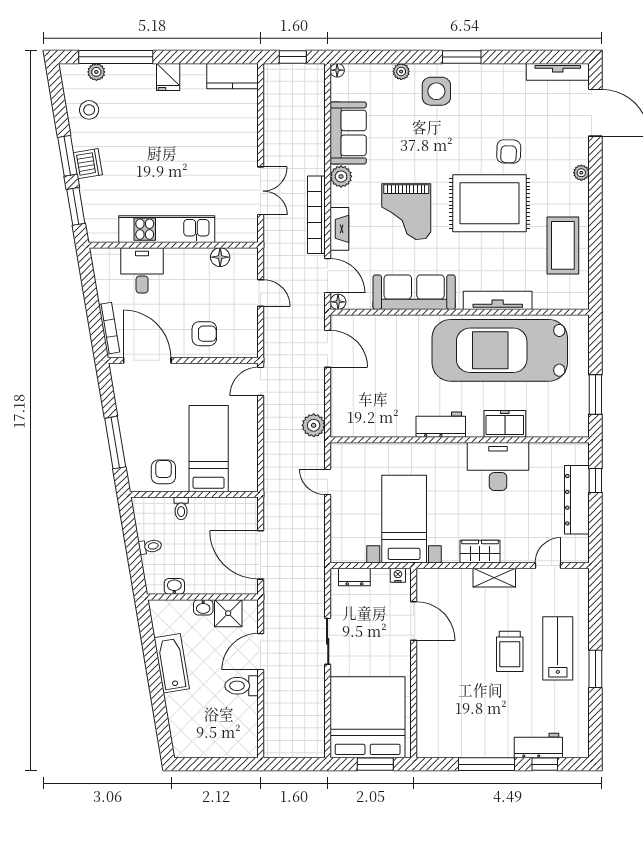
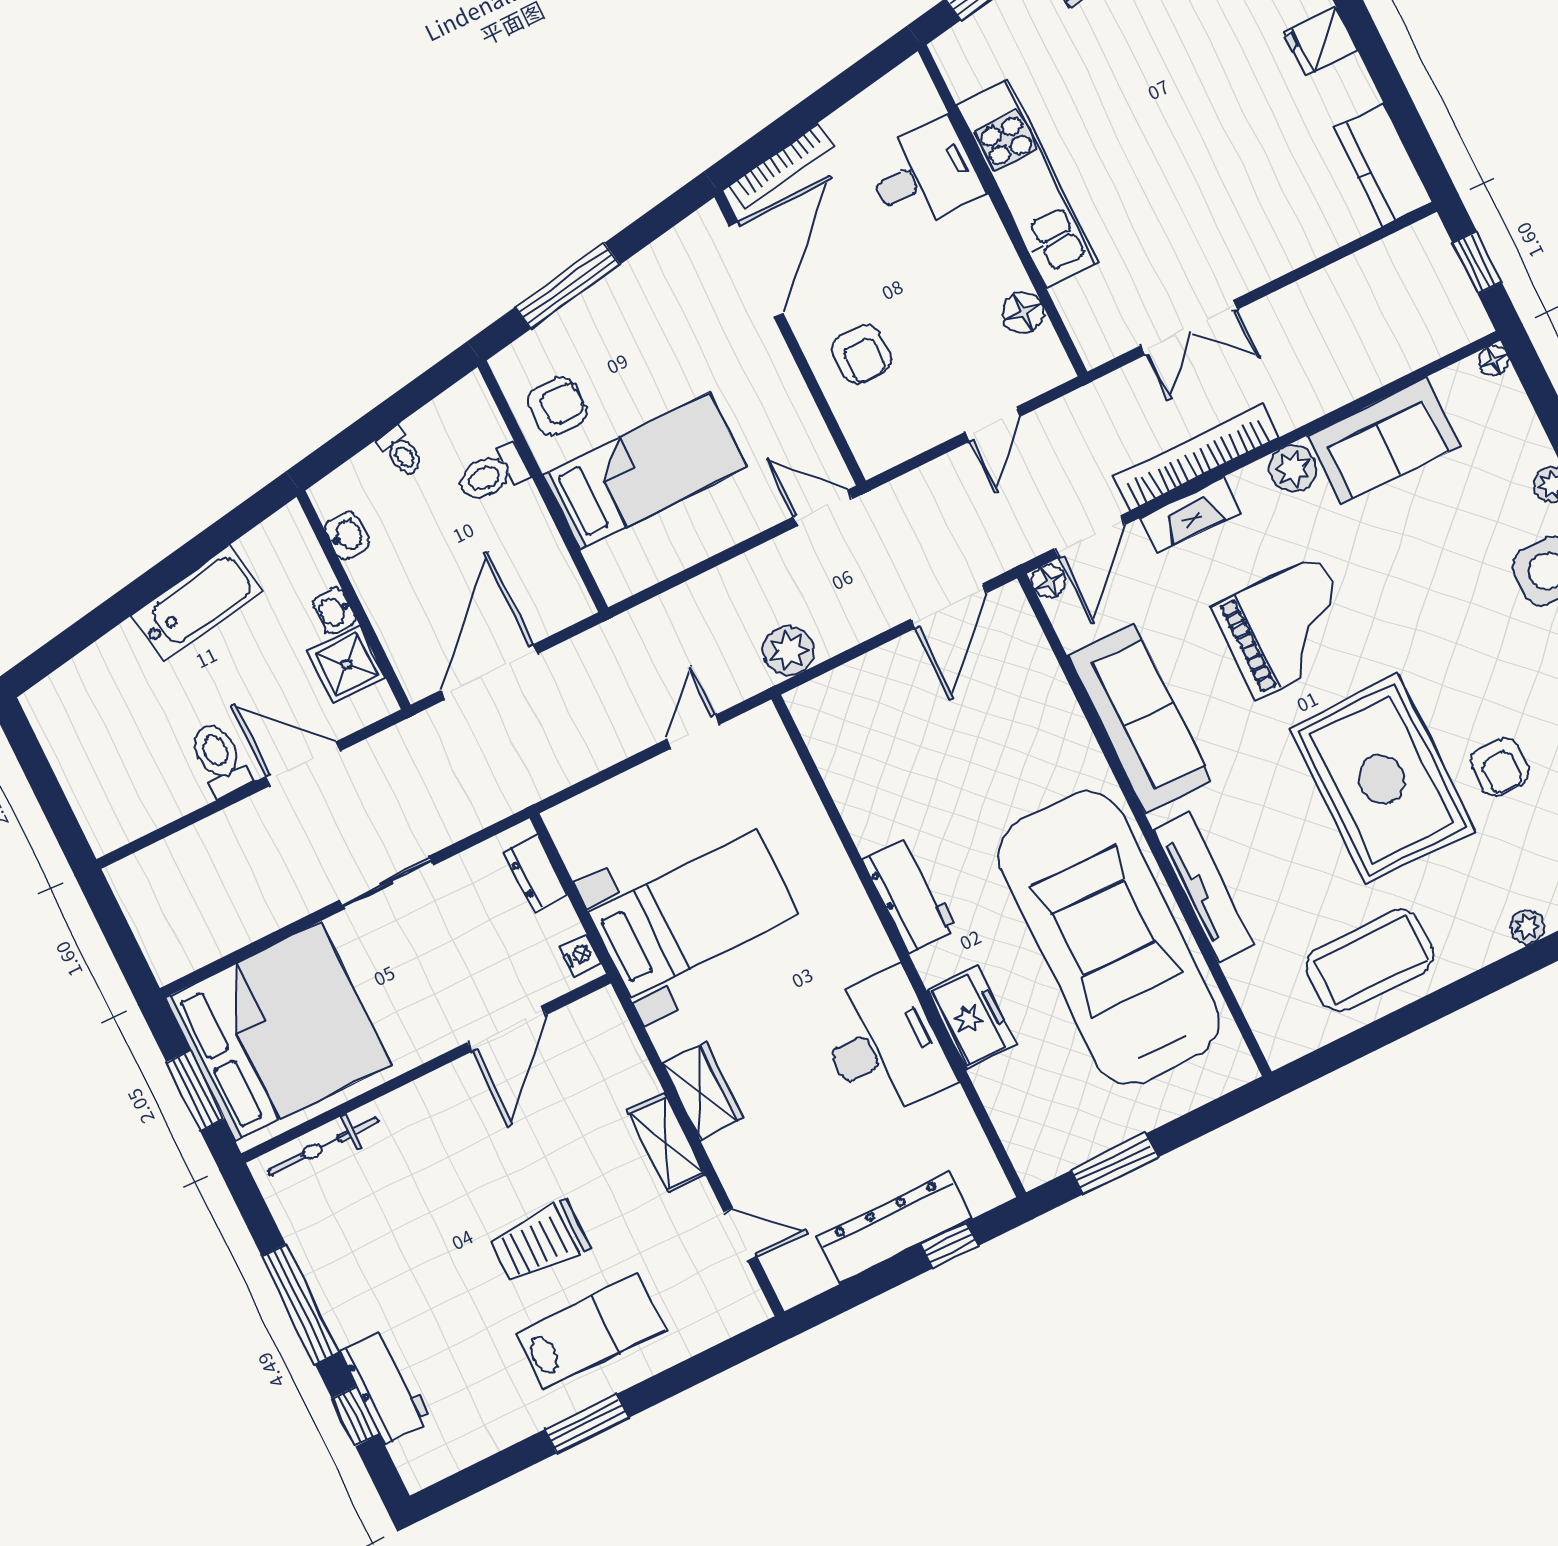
armchair: (509, 151) -> (1500, 767), turned -92
grand piano: (406, 212) -> (1287, 627), turned 180
toilet: (181, 508) -> (492, 474), width x1.37, depth x1.39
bicycle: (425, 722) -> (323, 1146), added

